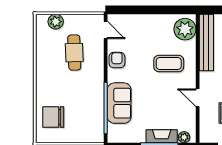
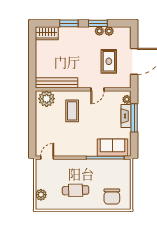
cafe table: (74, 53) -> (76, 190), moved
armchair: (117, 60) -> (70, 149), removed
sofa: (119, 103) -> (112, 148), moved

